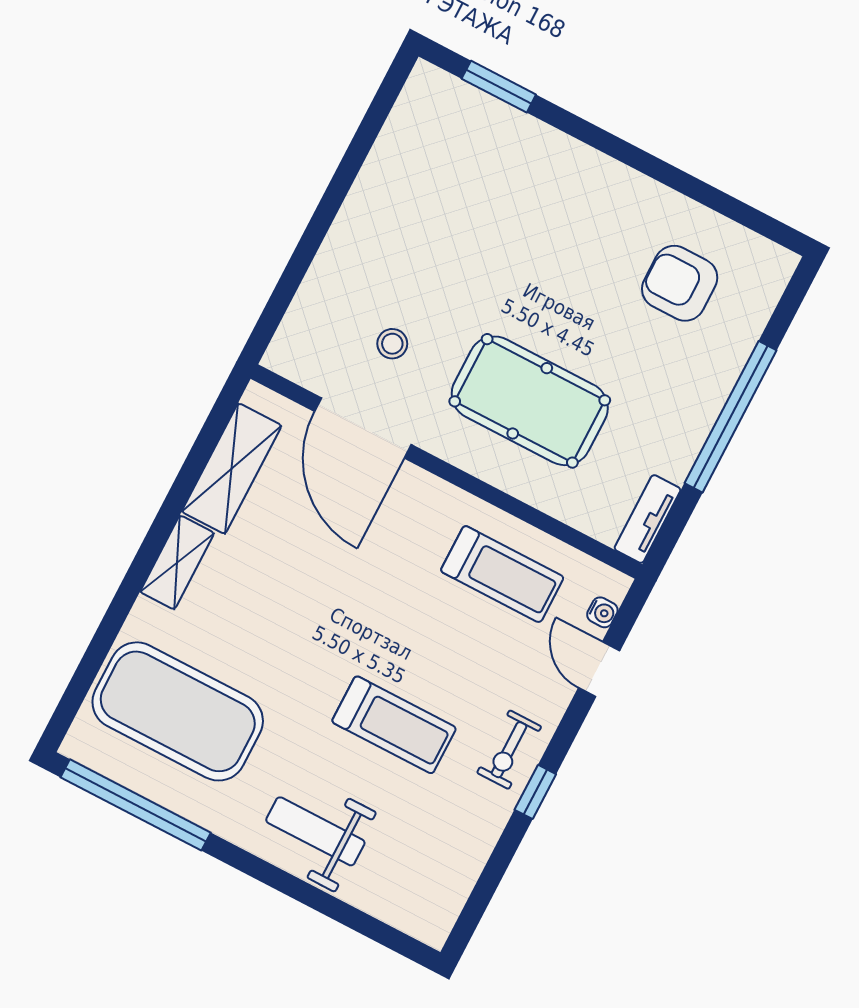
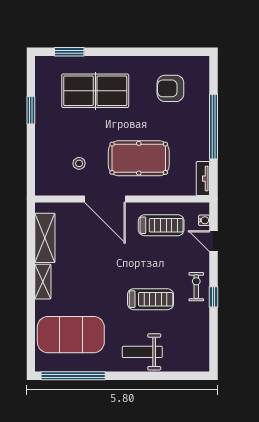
window: (347, 171) -> (31, 110), added
table tennis table: (511, 202) -> (95, 91), added
door: (363, 428) -> (105, 199), moved
exercise bike: (509, 750) -> (196, 287), turned 180

